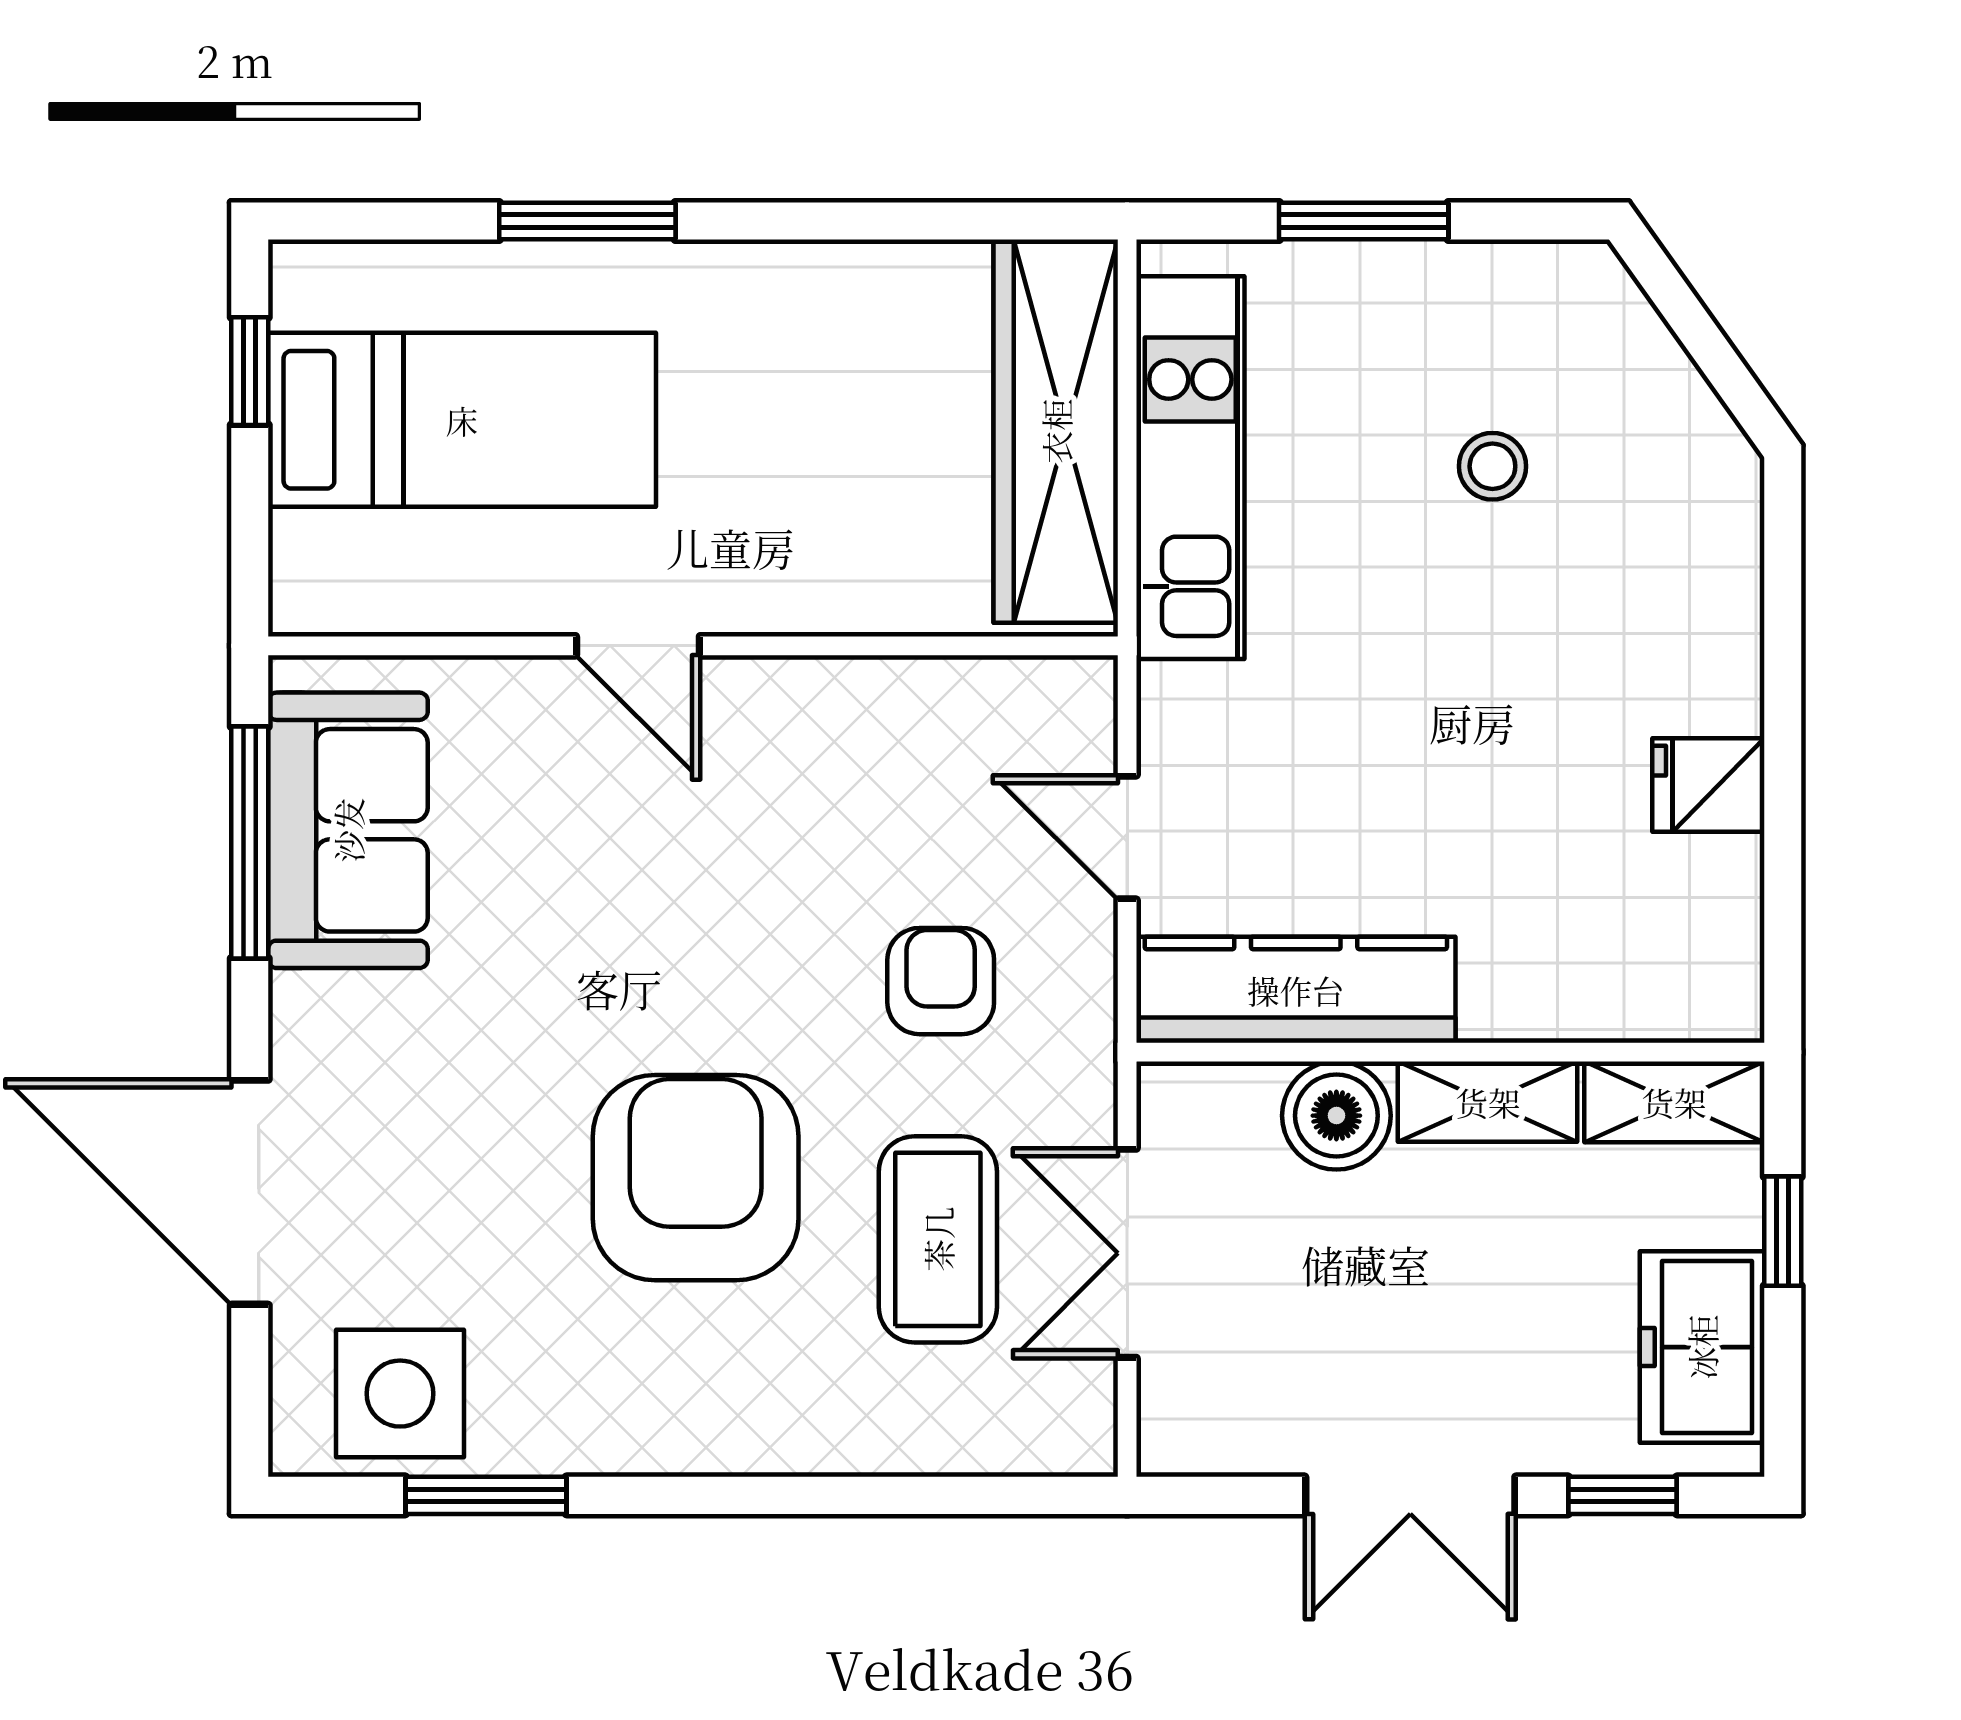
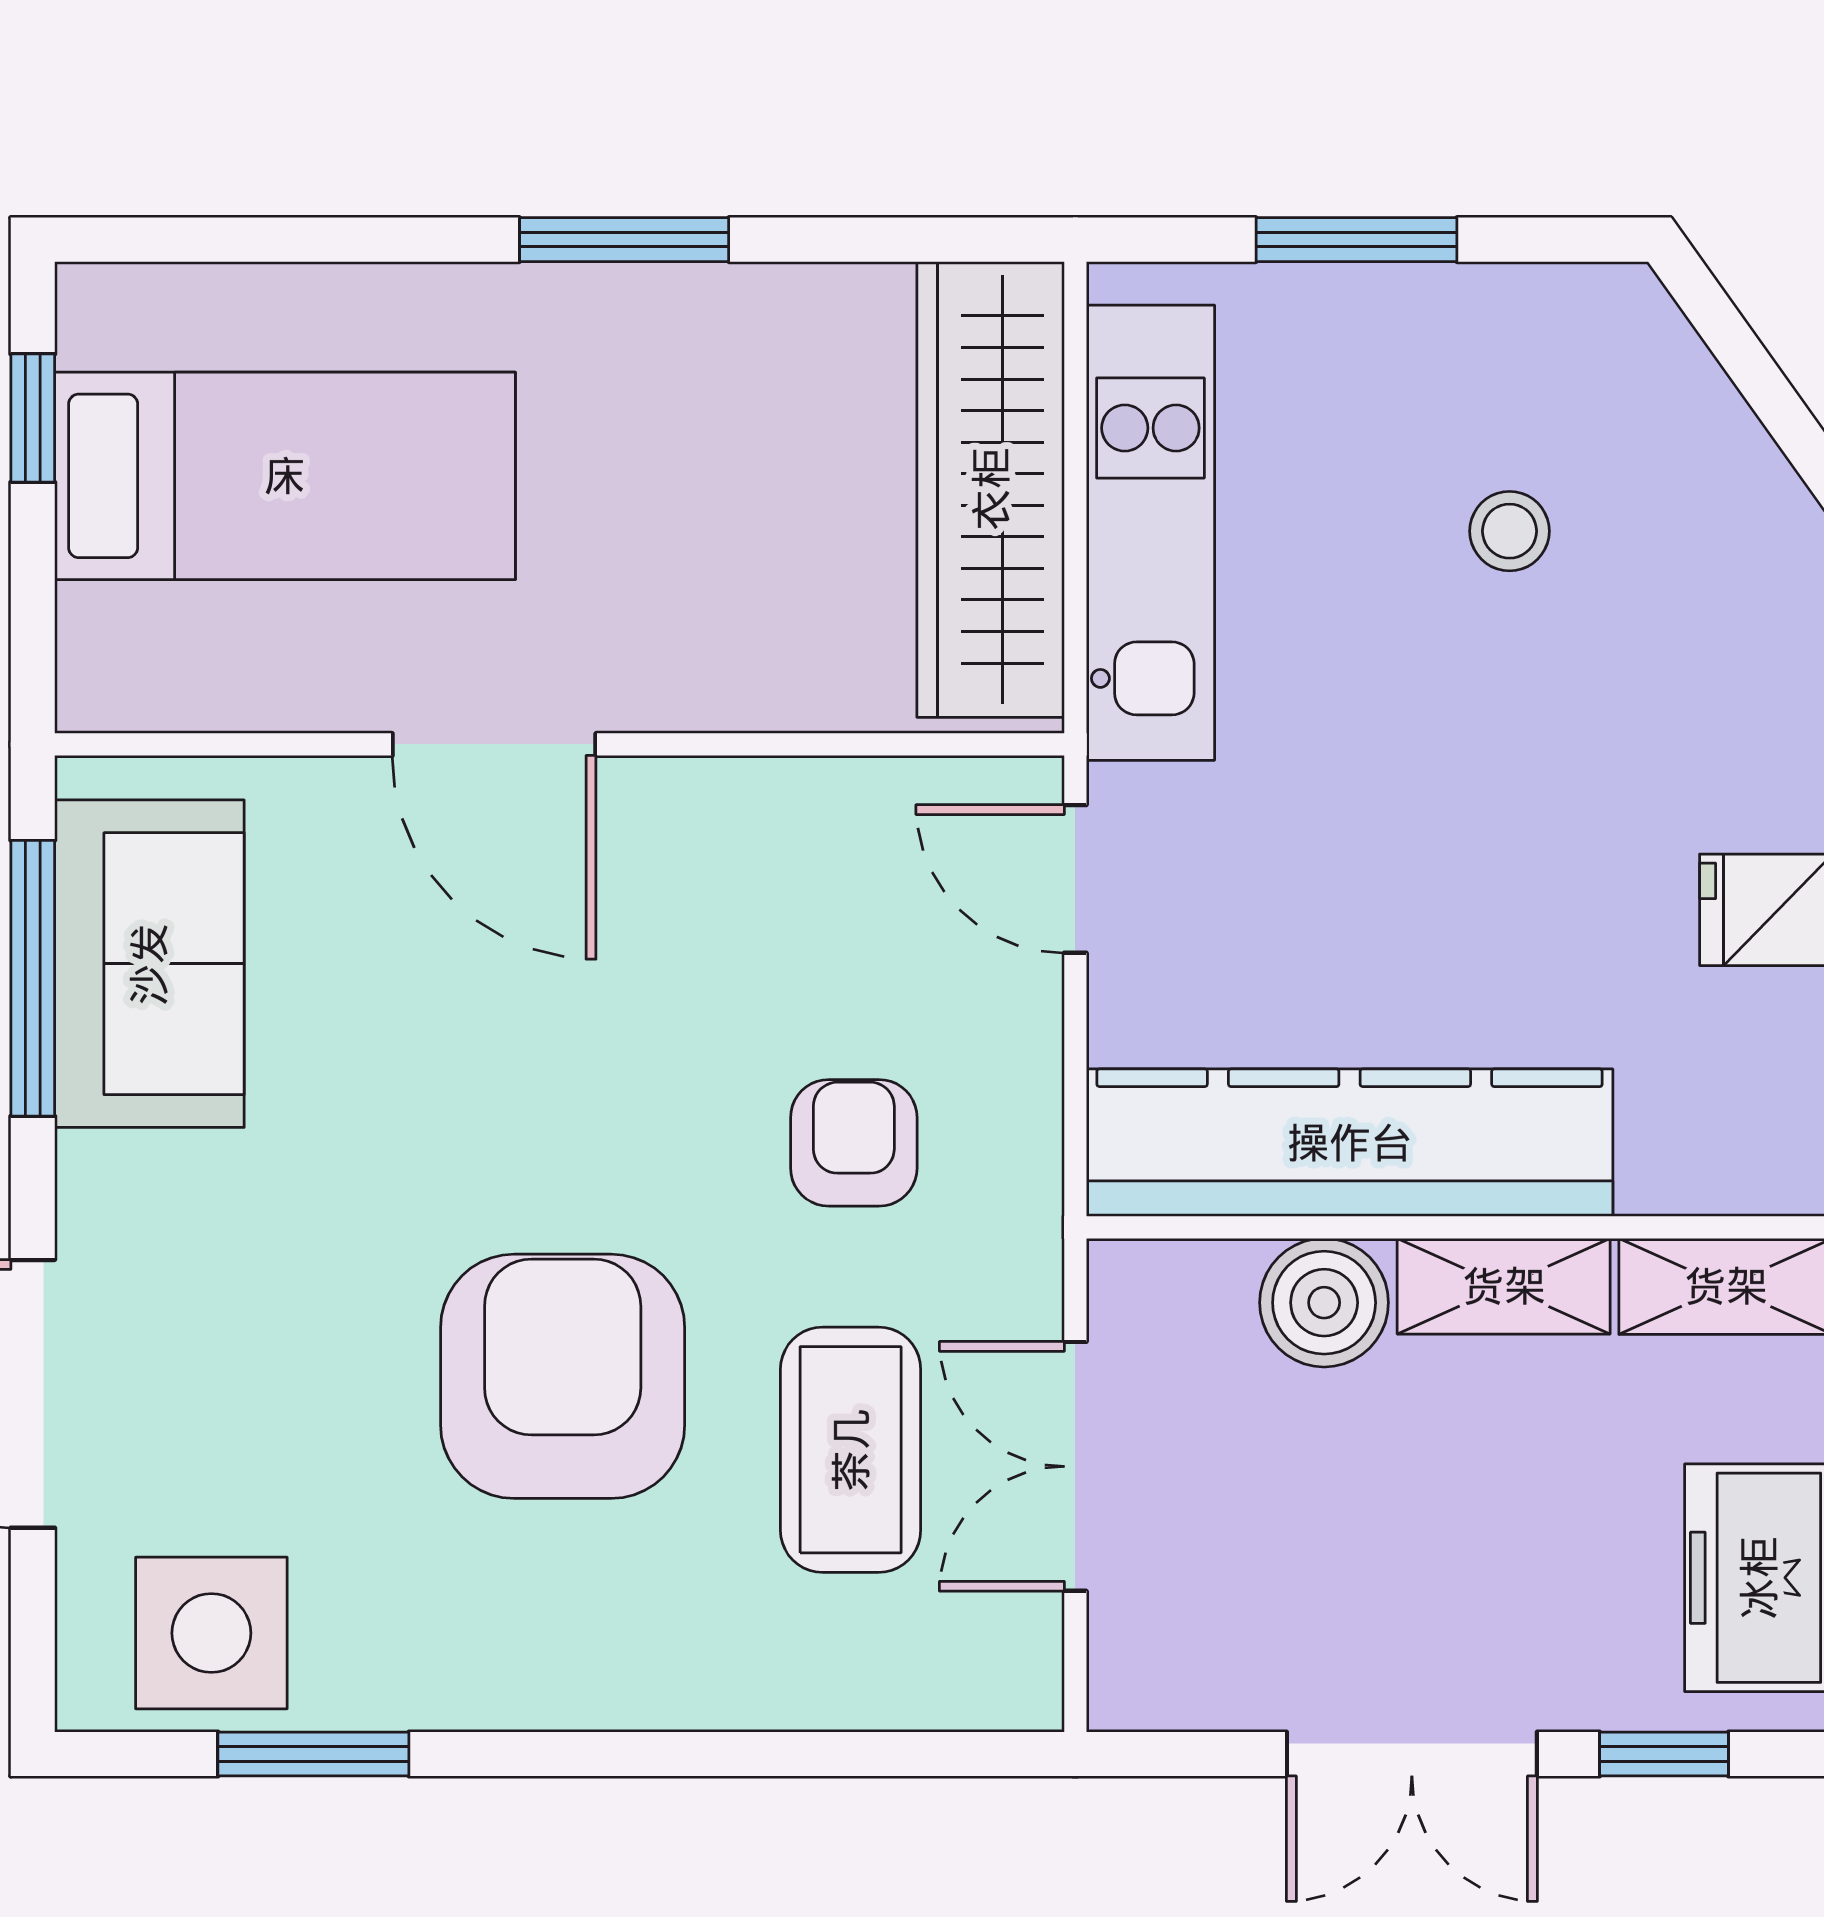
window: (587, 221) -> (624, 240), moved
door: (638, 646) -> (494, 744), width x1.38
door: (1127, 837) -> (1075, 879), moved
kitchen counter: (1296, 990) -> (1350, 1143), width x1.39, depth x1.17

